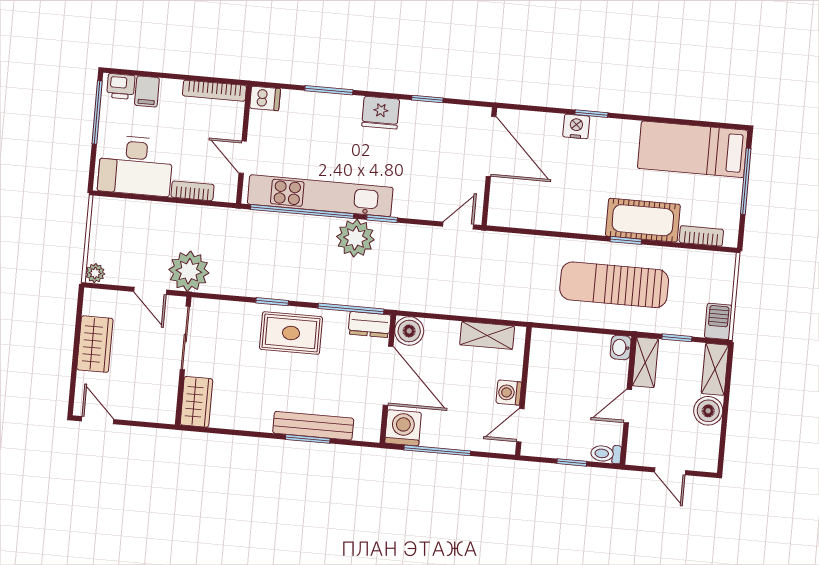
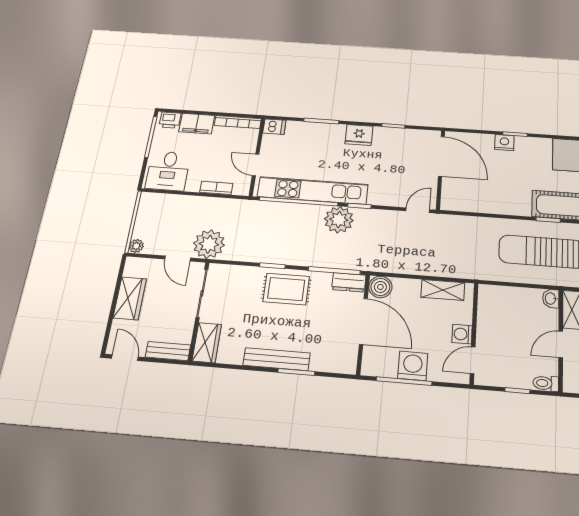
filing cabinet: (147, 92) -> (197, 124), width x2.00
desk: (135, 166) -> (168, 171), width x0.73
bench: (150, 412) -> (168, 351), added
bench: (313, 426) -> (276, 359), moved
washing machine: (403, 428) -> (413, 366), moved

